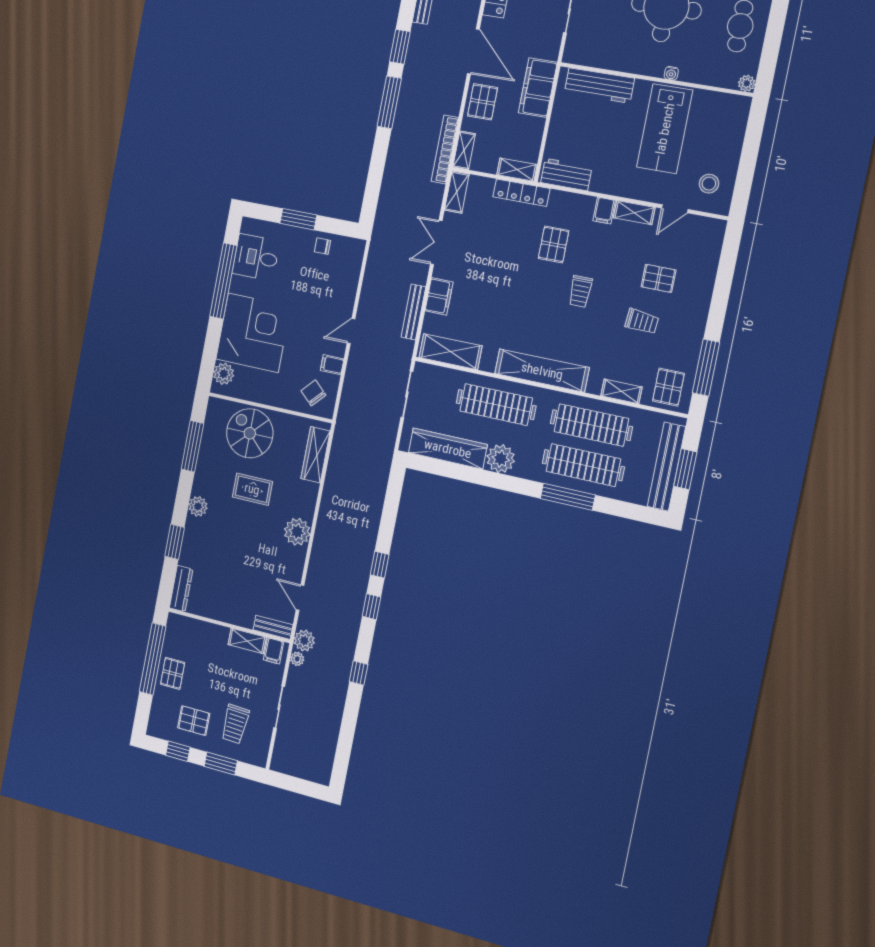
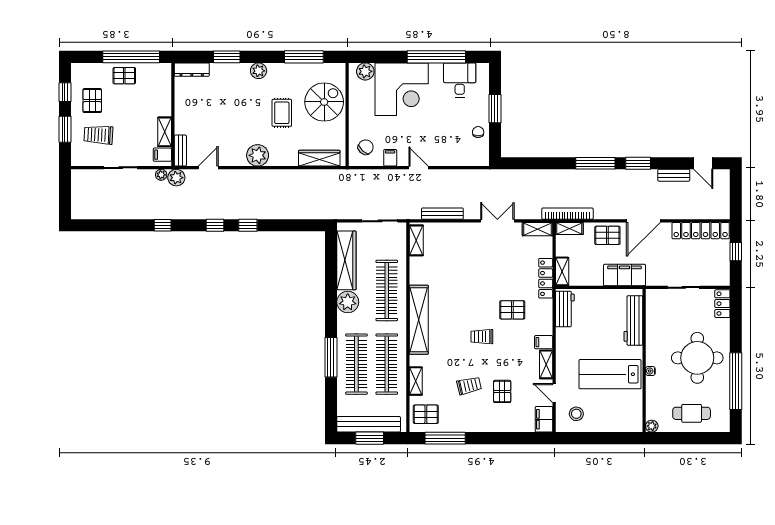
filing cabinet: (439, 296) -> (544, 419), moved, turned 90
trolley: (642, 321) -> (469, 386), turned -108
shelving: (451, 352) -> (416, 240), width x0.67, depth x0.75

